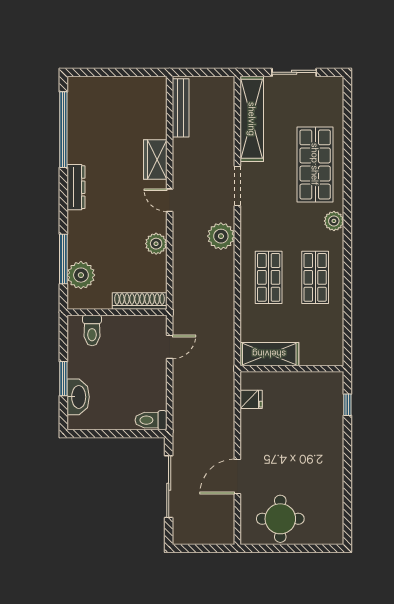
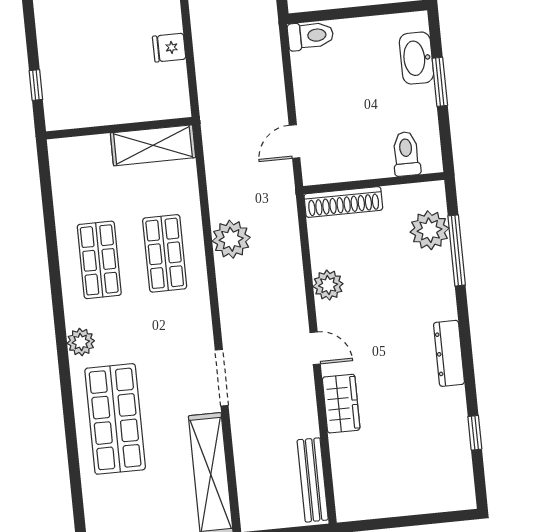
window: (63, 130) -> (475, 433), width x0.32
plant: (221, 236) -> (231, 239), moved
fridge: (251, 399) -> (169, 48), moved

